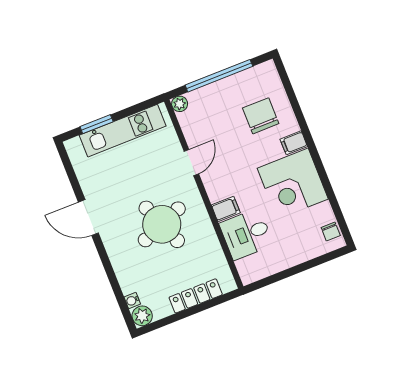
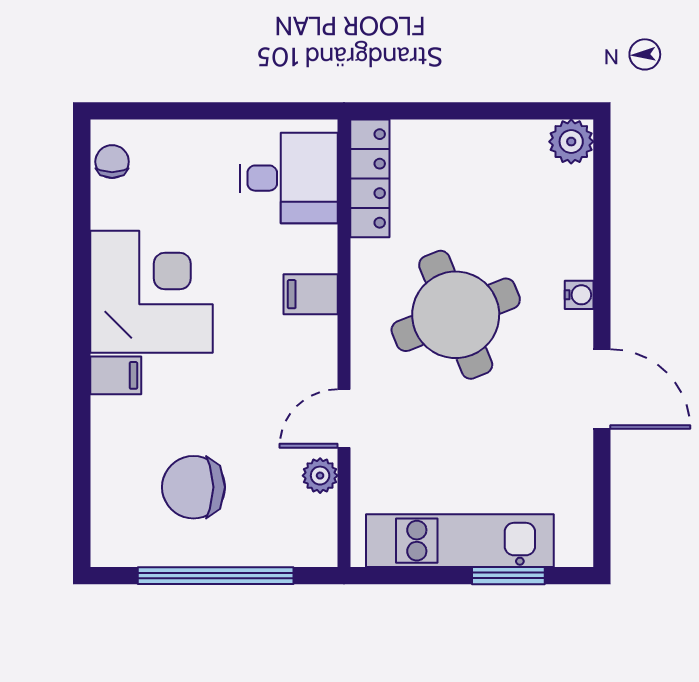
plant: (180, 104) -> (320, 476), moved
chair: (261, 116) -> (193, 487), moved, turned 90
desk: (246, 234) -> (289, 178), moved
locker: (196, 296) -> (370, 178), moved, turned -90
water cooler: (132, 301) -> (579, 295), moved

